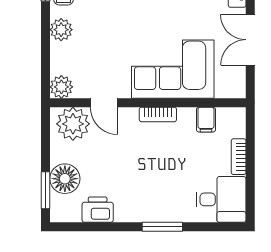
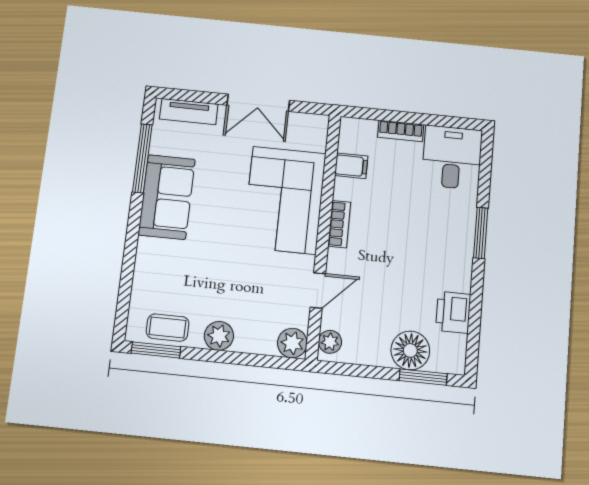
plant: (73, 124) -> (330, 342), width x0.53, depth x0.53

